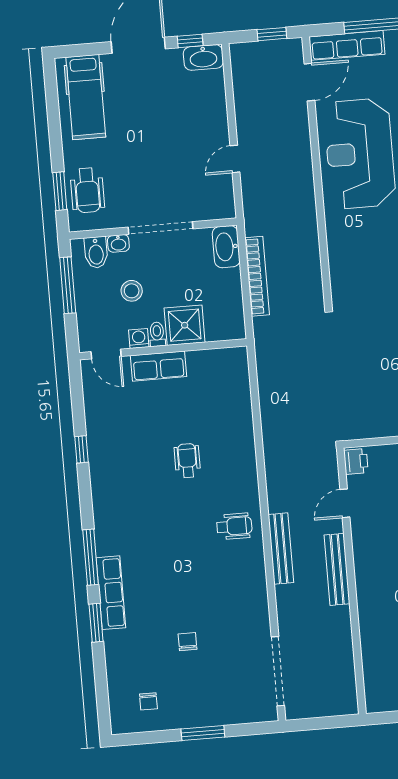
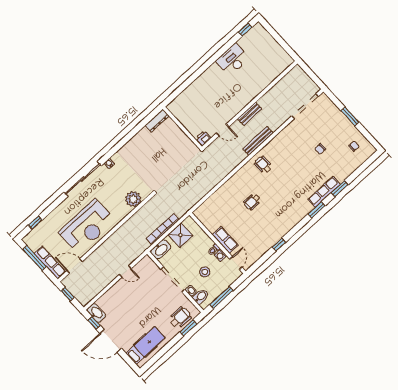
plant: (345, 266) -> (133, 199), added
shower: (185, 325) -> (180, 235), moved
window: (91, 557) -> (317, 210), width x0.69
bench: (337, 569) -> (250, 114), width x0.73

